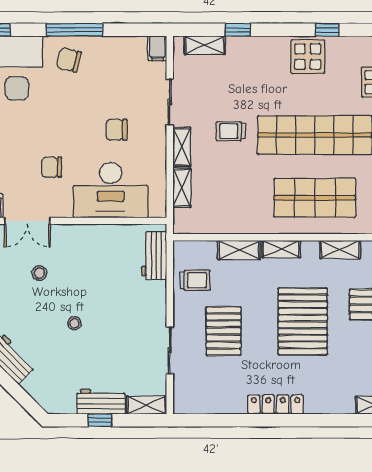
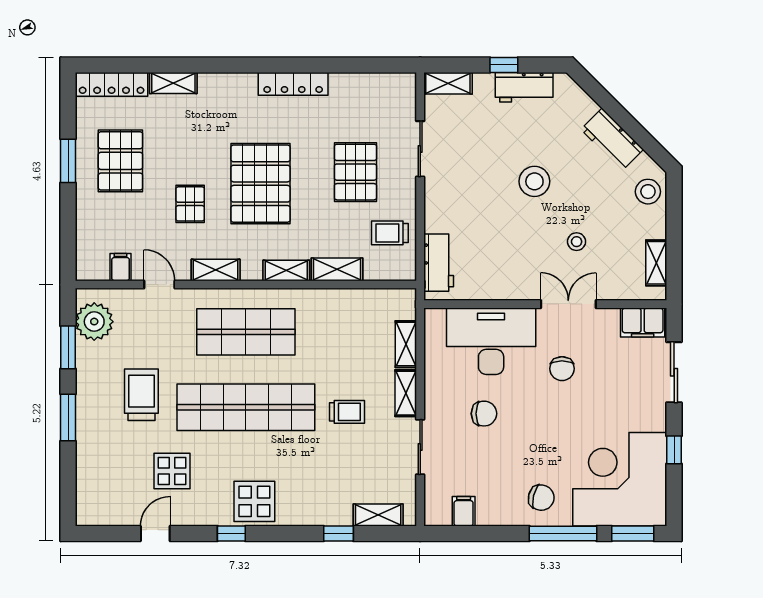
window: (75, 30) -> (563, 534), moved
filing cabinet: (157, 48) -> (464, 511), moved
chair: (52, 167) -> (562, 369), turned 90
double door: (27, 221) -> (568, 304), moved
stool: (75, 323) -> (534, 181), width x1.89, depth x1.89
workbench: (101, 402) -> (524, 87), moved

